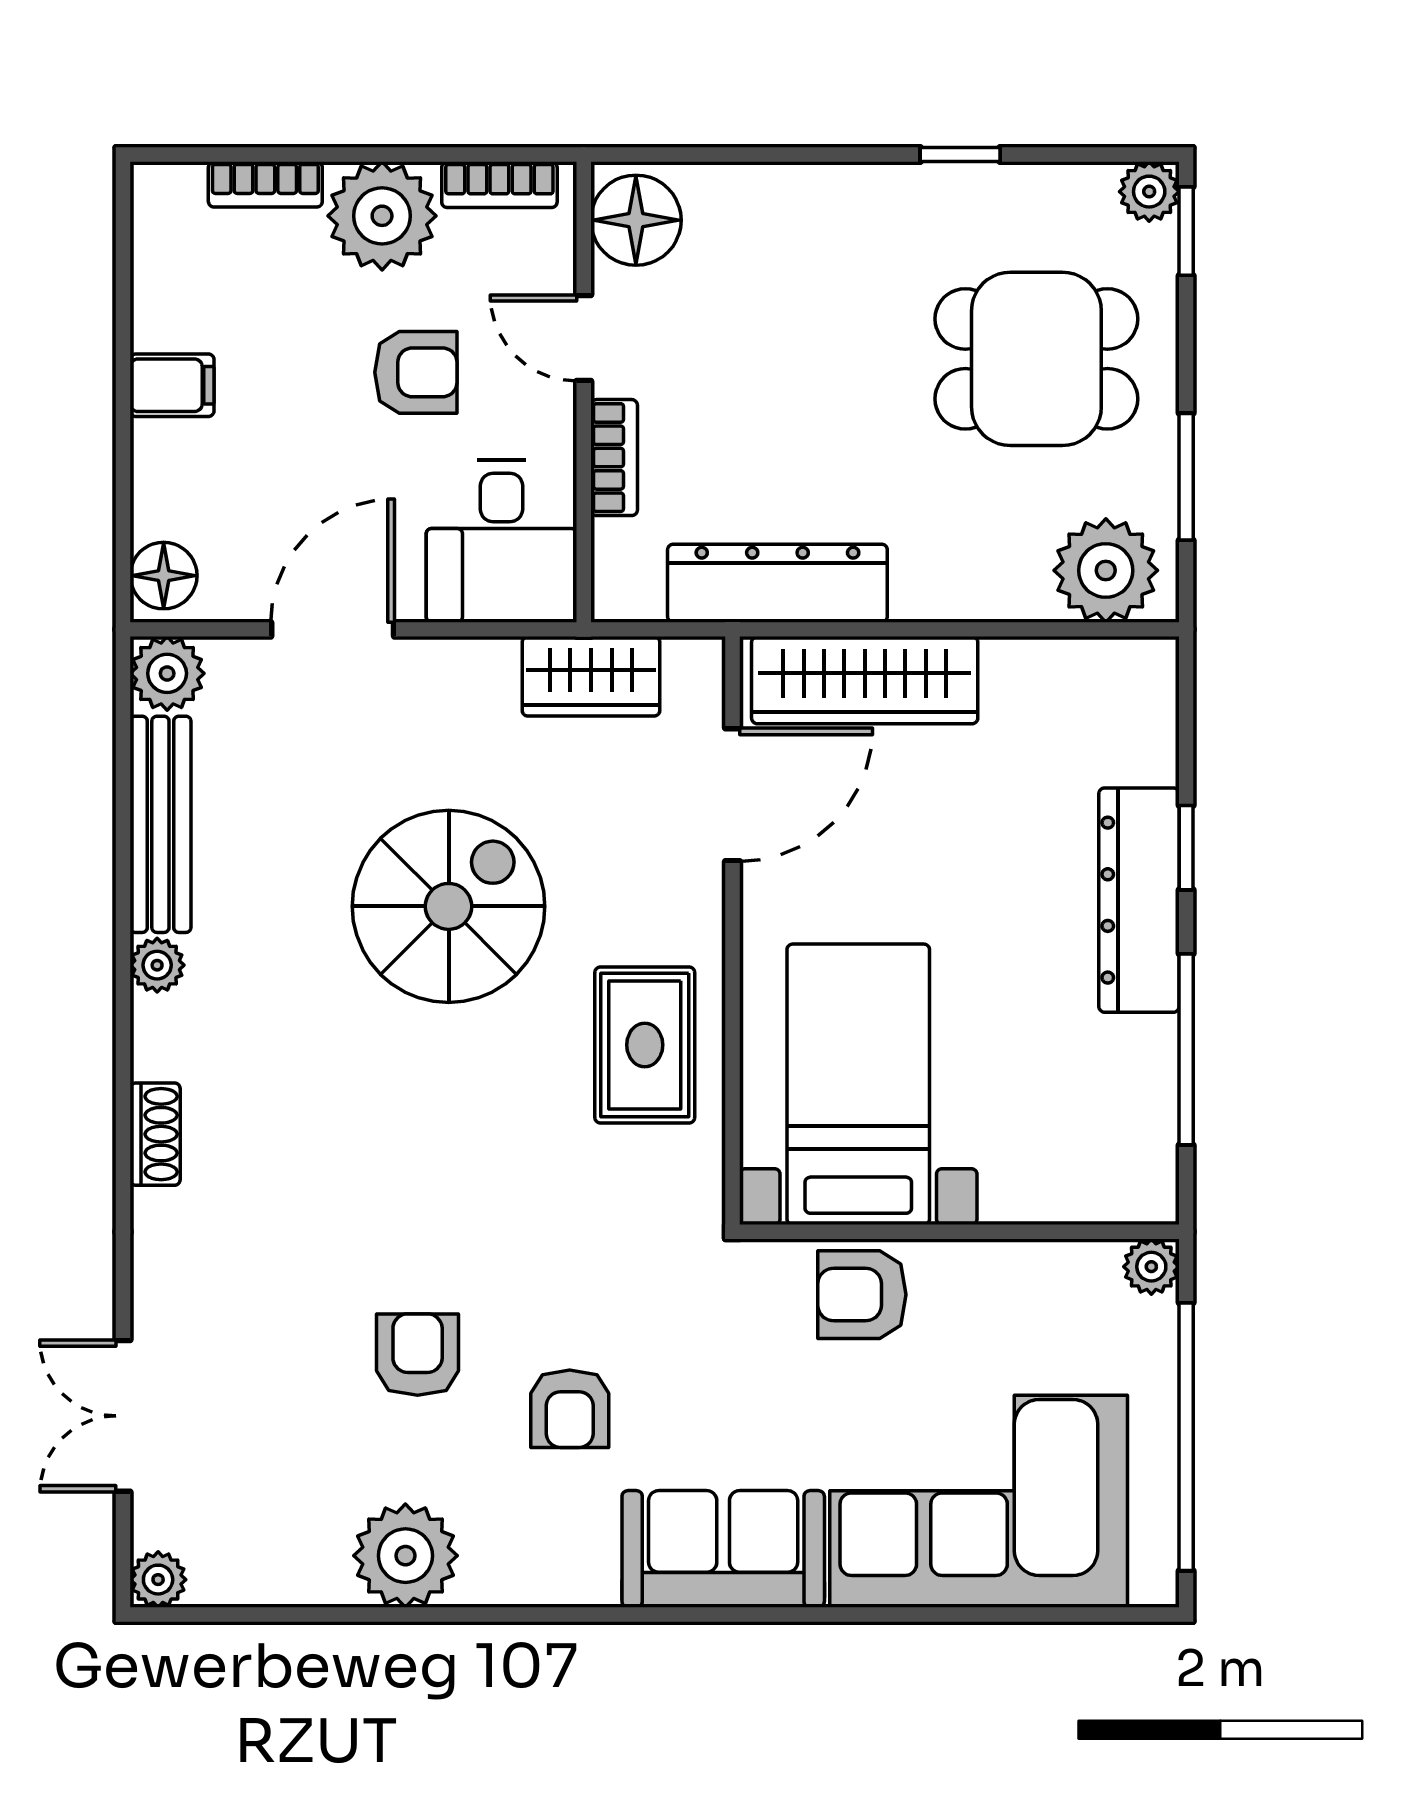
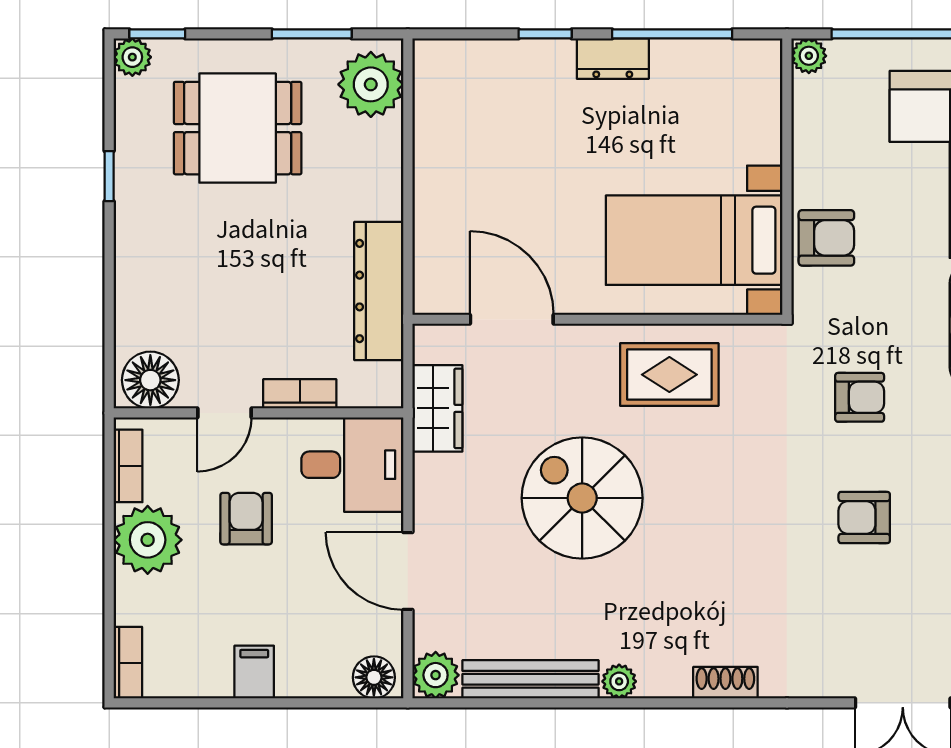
bookcase: (265, 184) -> (128, 663), moved
dining table: (1036, 359) -> (238, 128), turned 90
wardrobe: (865, 680) -> (440, 236), removed
dresser: (1139, 900) -> (613, 59), width x0.51, depth x0.80
armchair: (862, 1295) -> (826, 238), turned -90
armchair: (570, 1409) -> (860, 397), moved

